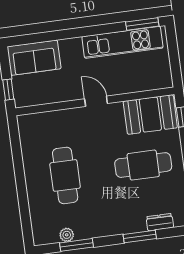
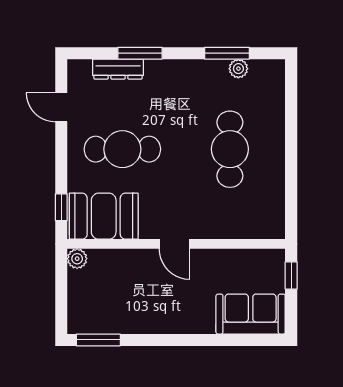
kitchen unit: (122, 42) -> (128, 319), removed
plant: (165, 81) -> (77, 259), added
dresser: (160, 222) -> (118, 69), width x1.44

